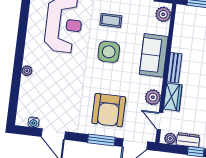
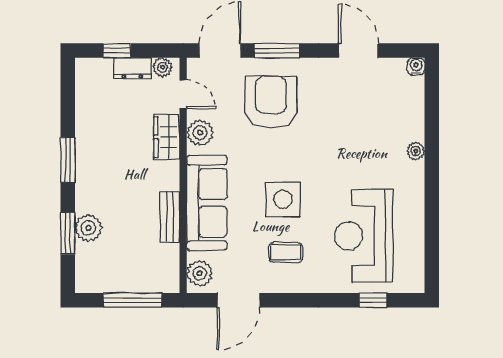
sofa: (154, 55) -> (207, 203), width x1.36
bench: (174, 68) -> (170, 217), moved
water cooler: (33, 122) -> (416, 66), moved

